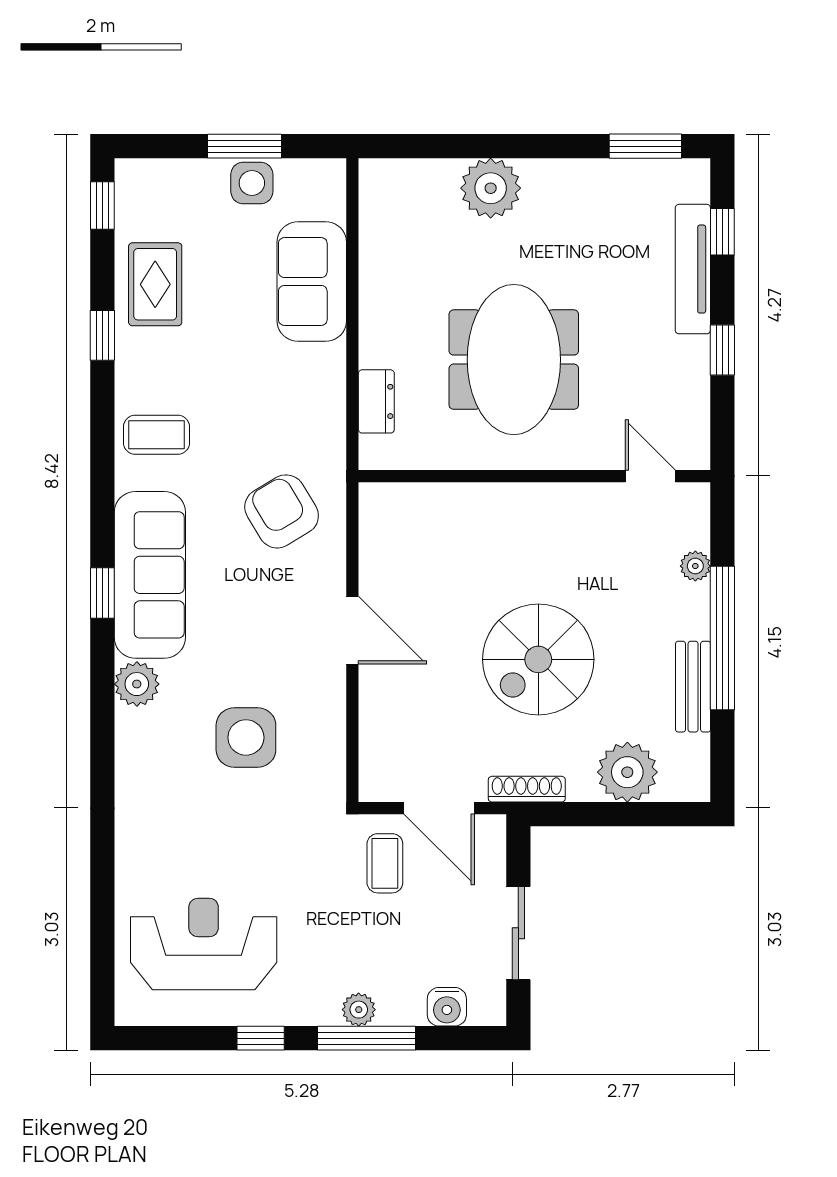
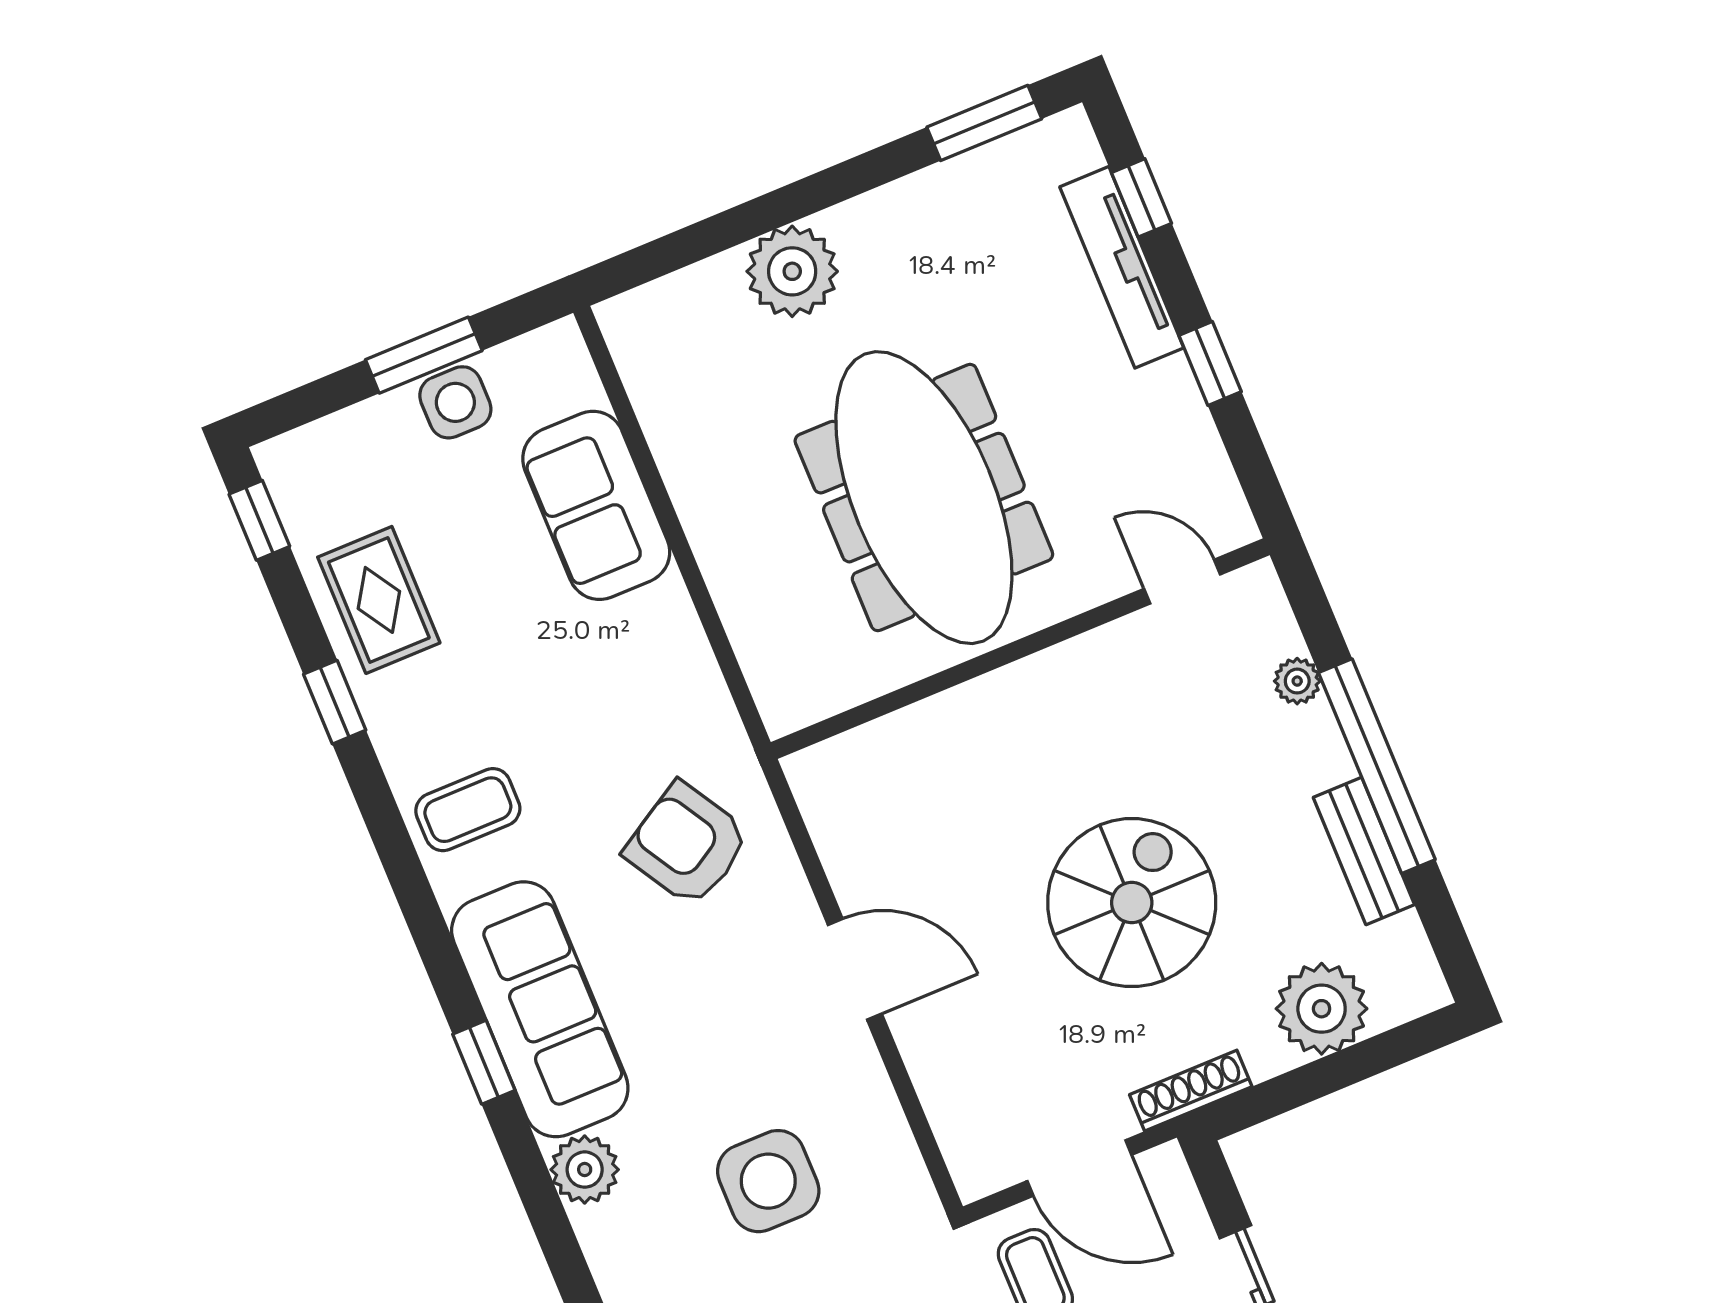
meeting table: (514, 360) -> (924, 498), width x1.36
dresser: (376, 401) -> (756, 636), removed
spiral stairs: (538, 659) -> (1132, 903), turned 180

